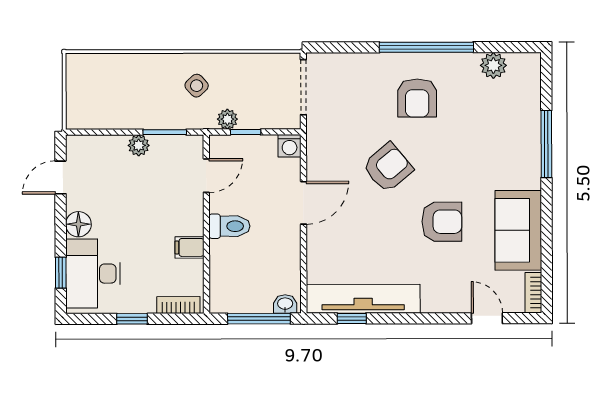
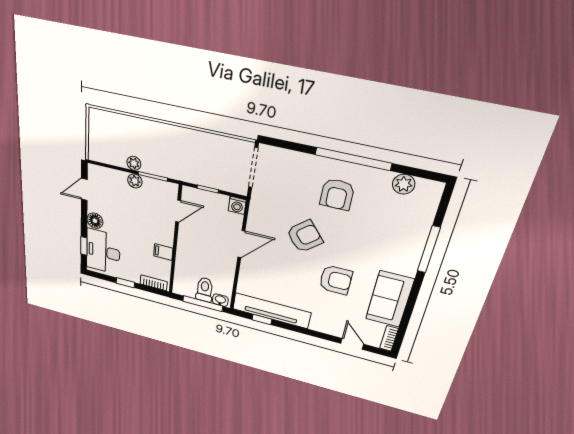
side table: (197, 86) -> (177, 149), removed
plant: (227, 119) -> (134, 163), moved
toilet: (229, 226) -> (205, 290), moved, turned -90

